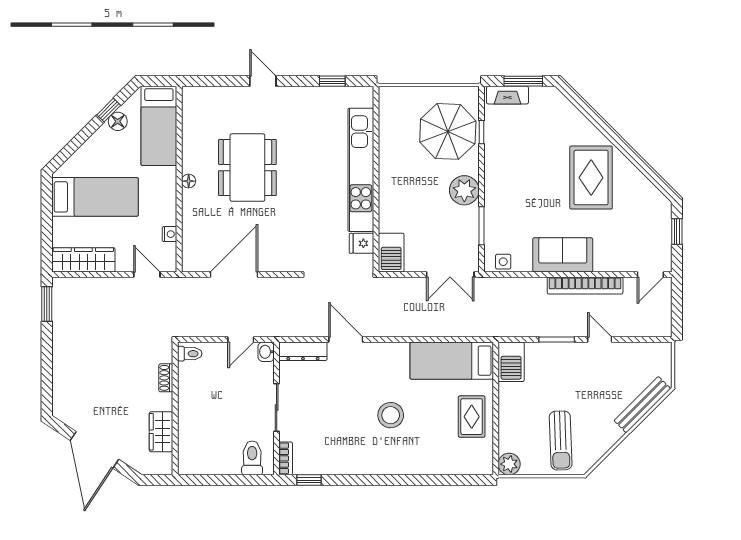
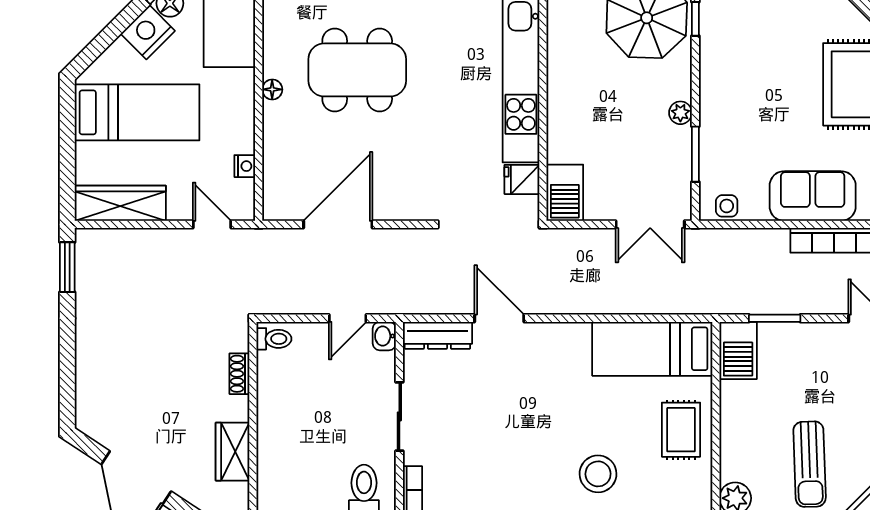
nightstand: (102, 141) -> (148, 32), added
dining table: (247, 168) -> (357, 70), turned 90
plant: (464, 190) -> (680, 113), width x0.53, depth x0.53
window: (557, 339) -> (775, 318), moved
stool: (391, 415) -> (598, 474), moved

